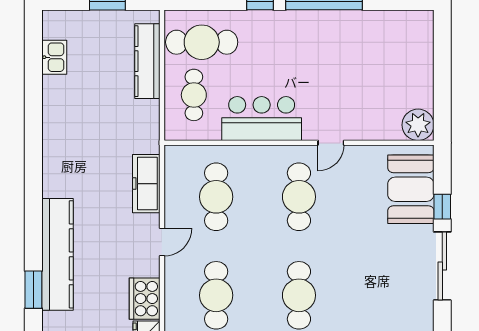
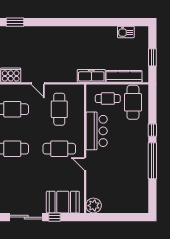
freezer: (146, 184) -> (91, 76), moved
cafe table: (216, 197) -> (59, 109), turned 90
kitchen counter: (57, 254) -> (32, 34), removed

